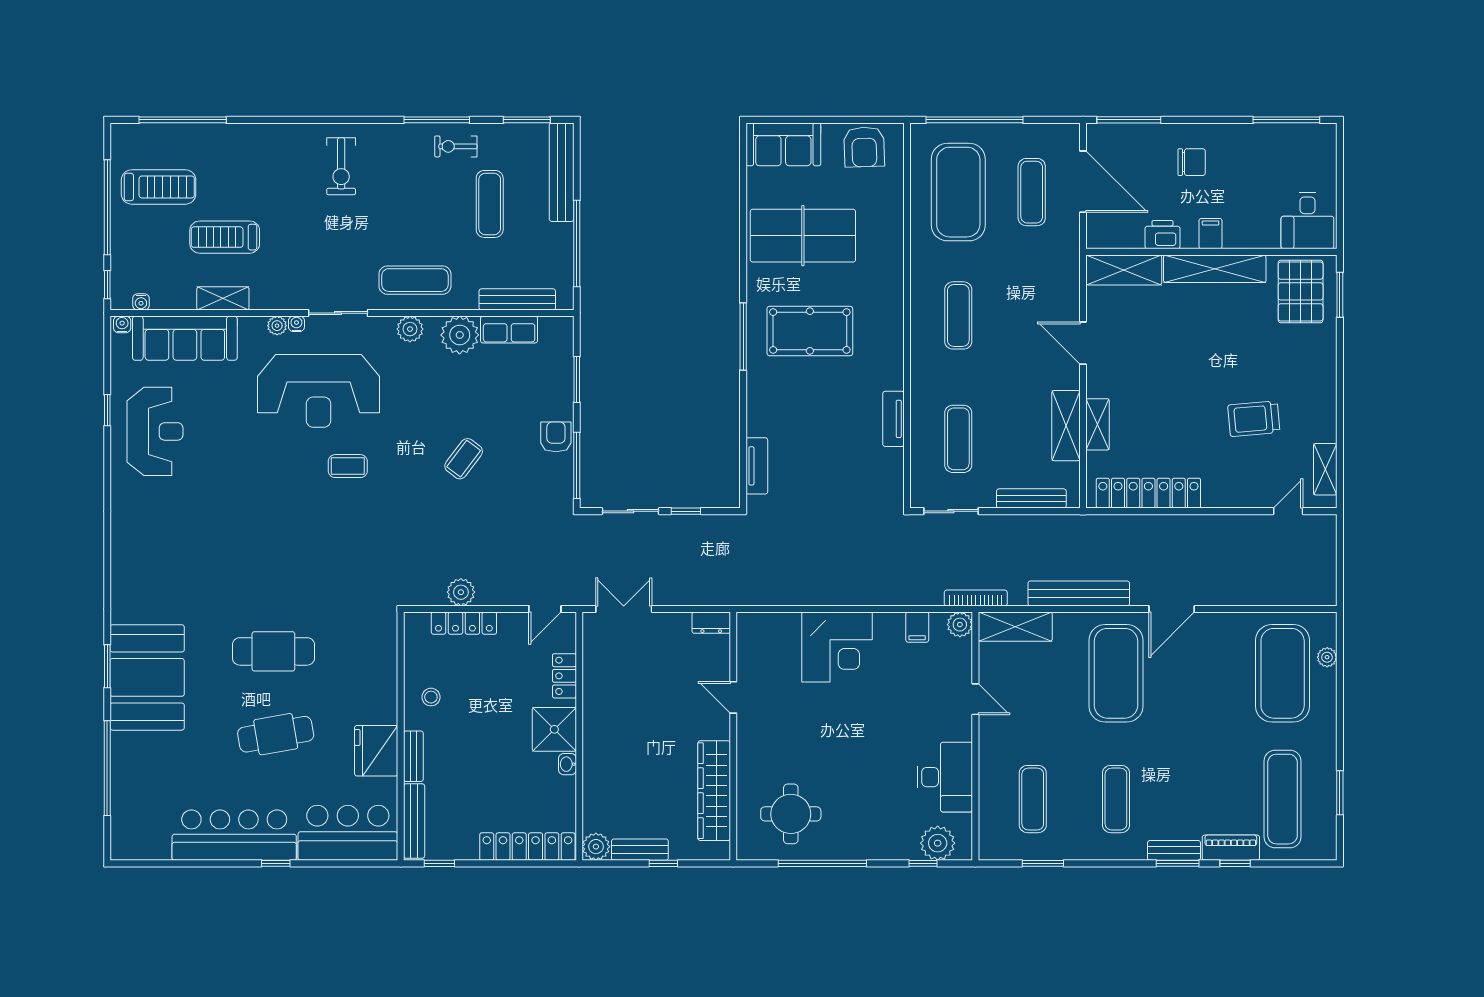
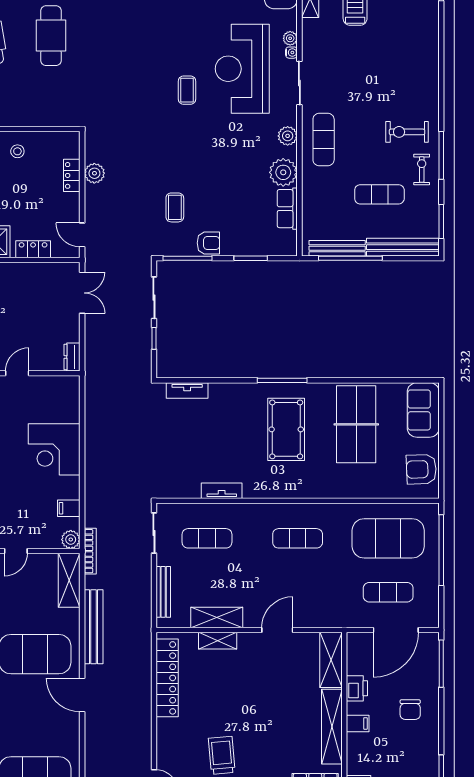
exercise bike: (341, 166) -> (407, 132), moved
bench: (517, 299) -> (337, 248), moved, turned 90
coffee table: (464, 459) -> (175, 207), moved, turned 53
locker: (464, 623) -> (72, 175), width x0.66

